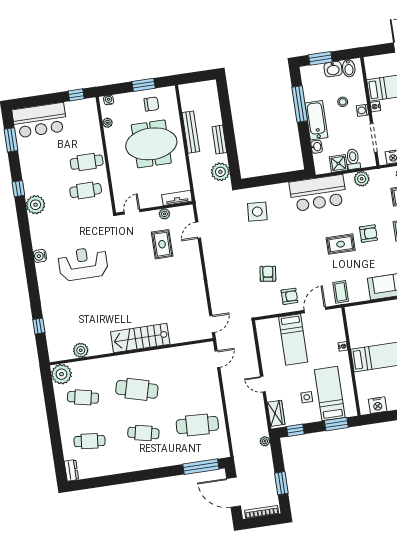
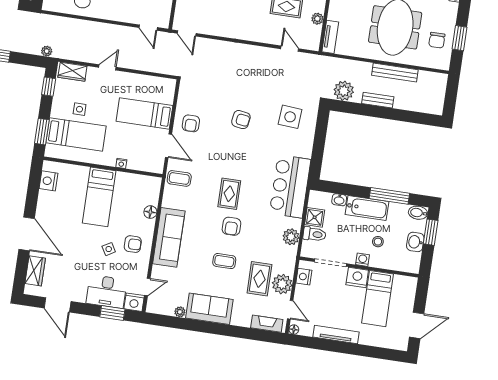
bidet: (349, 68) -> (418, 213), moved
nightstand: (375, 107) -> (357, 278), width x1.89, depth x1.79
armchair: (268, 274) -> (241, 120), moved
floor lamp: (378, 308) -> (150, 212), added

